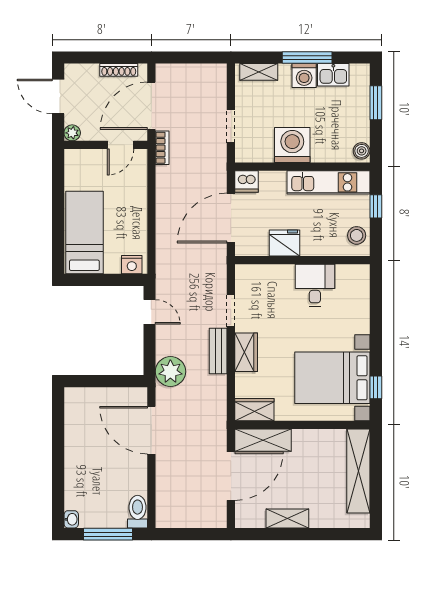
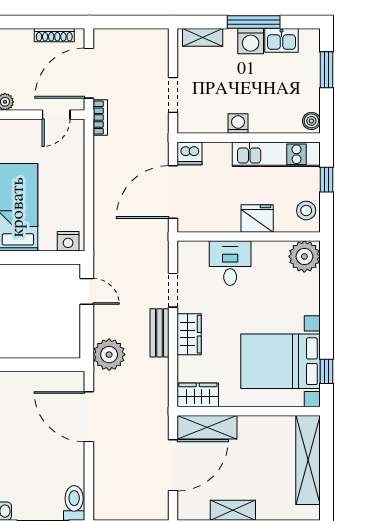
washing machine: (292, 145) -> (238, 124), width x0.53, depth x0.53
fridge: (285, 243) -> (257, 218), moved
plant: (355, 279) -> (304, 256), added
desk: (315, 285) -> (230, 263), moved

